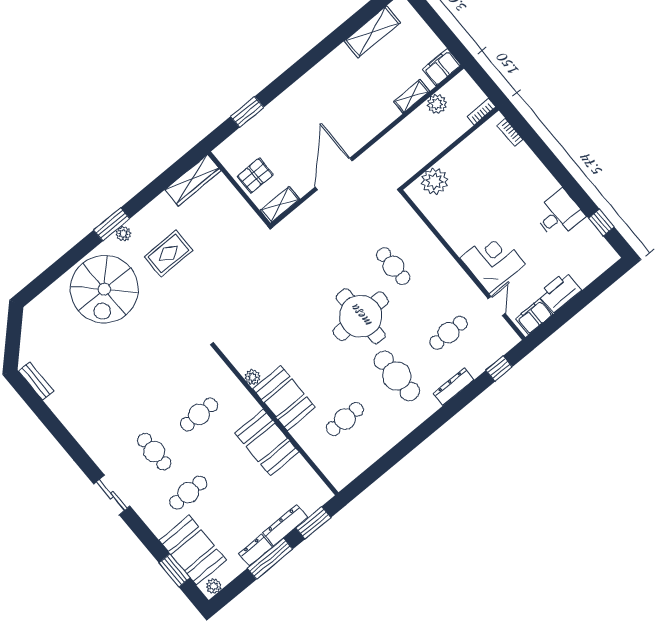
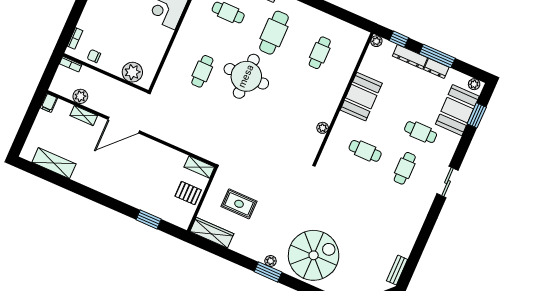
filing cabinet: (442, 67) -> (49, 103), width x0.50
chair: (477, 145) -> (94, 56), added
door: (334, 174) -> (124, 125), moved
rug: (168, 253) -> (239, 204), moved
booth: (284, 398) -> (326, 100), removed
cafe table: (345, 419) -> (320, 53), turned 90
plant: (325, 494) -> (376, 41), added
window: (313, 523) -> (399, 39), width x0.67

